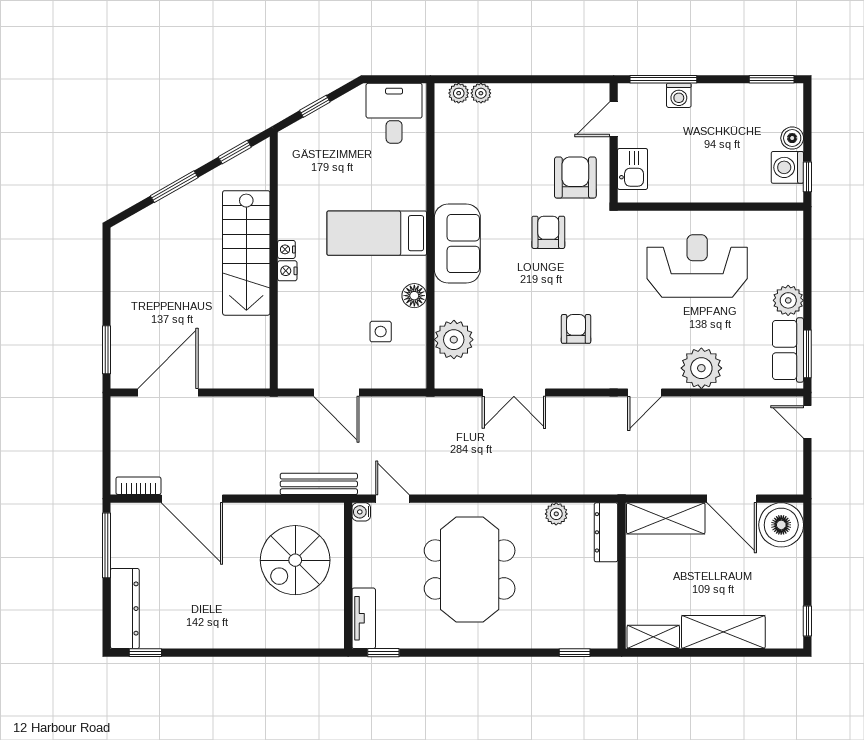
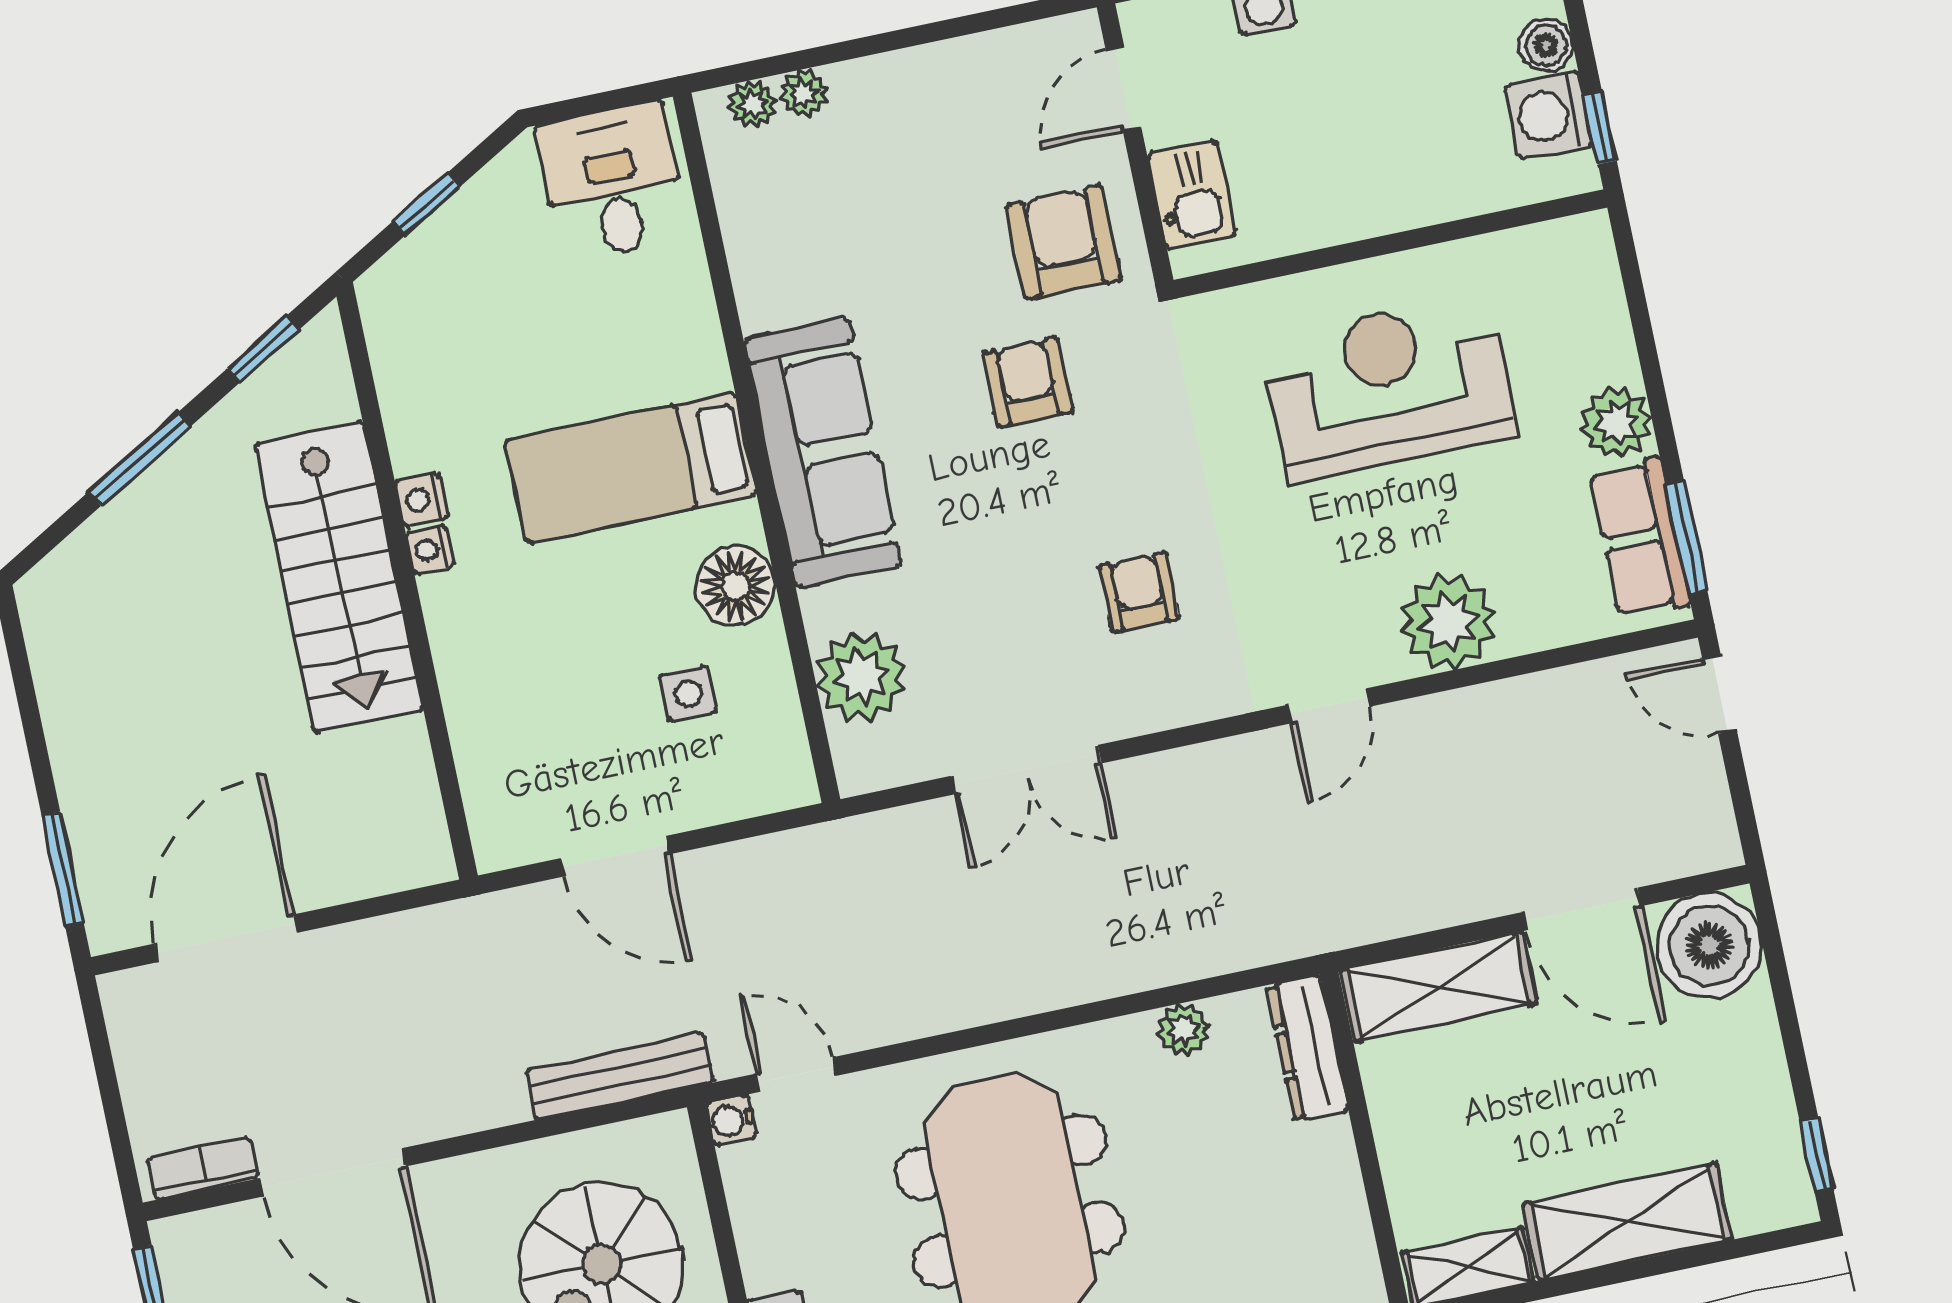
sofa: (457, 244) -> (822, 453), width x1.36
nightstand: (287, 271) -> (422, 500), moved
floor lamp: (414, 296) -> (736, 586), width x1.38, depth x1.38

